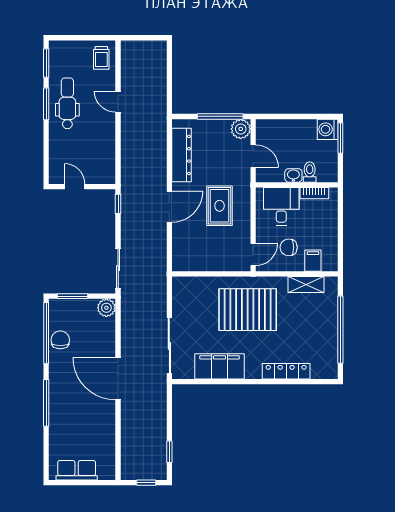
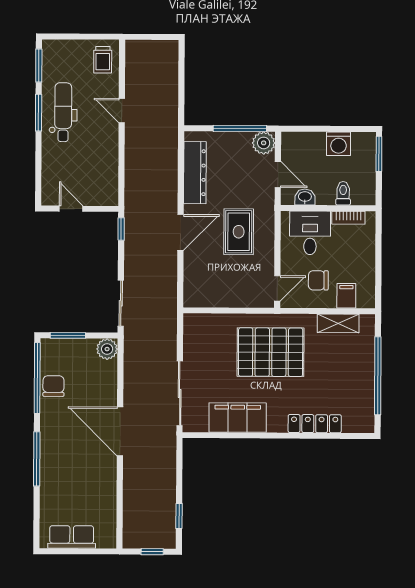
washing machine: (328, 129) -> (339, 144), moved, turned -90
washbasin: (293, 175) -> (305, 197), moved

